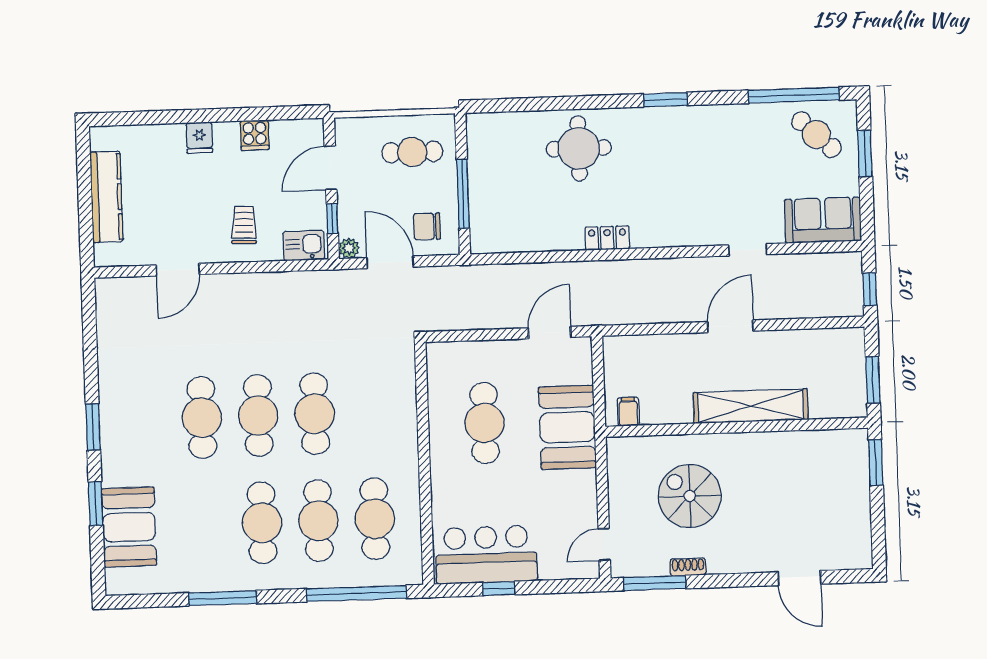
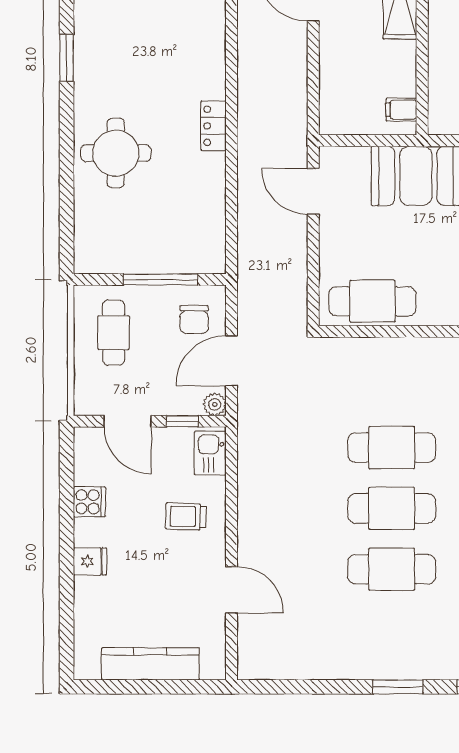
cafe table: (485, 423) -> (372, 301), moved

